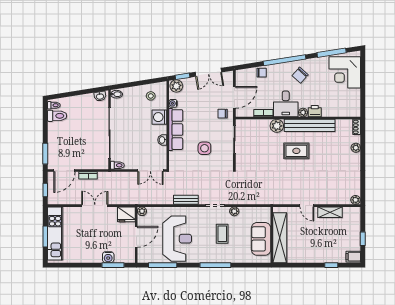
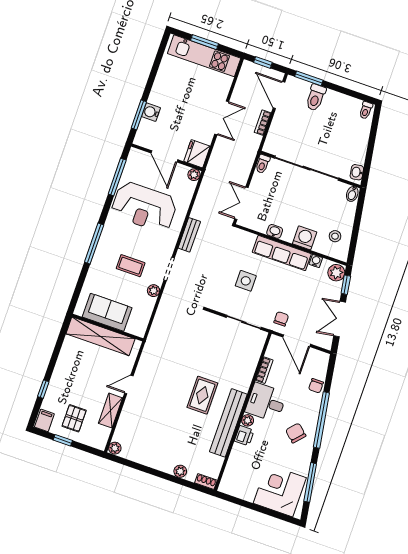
toilet: (57, 116) -> (316, 97), moved
plant: (277, 126) -> (242, 382), removed
pallet: (344, 236) -> (74, 418), added

